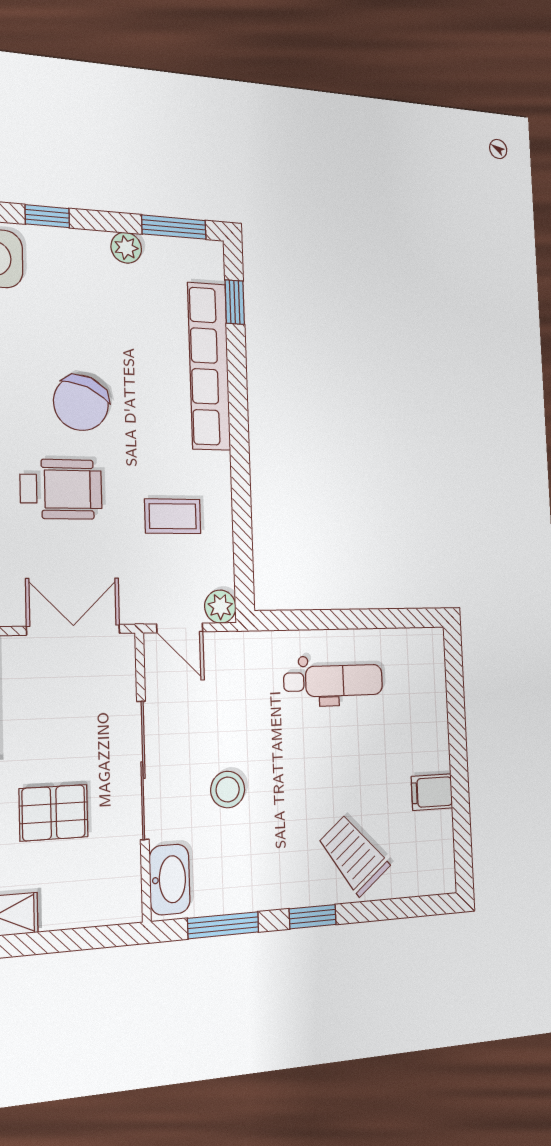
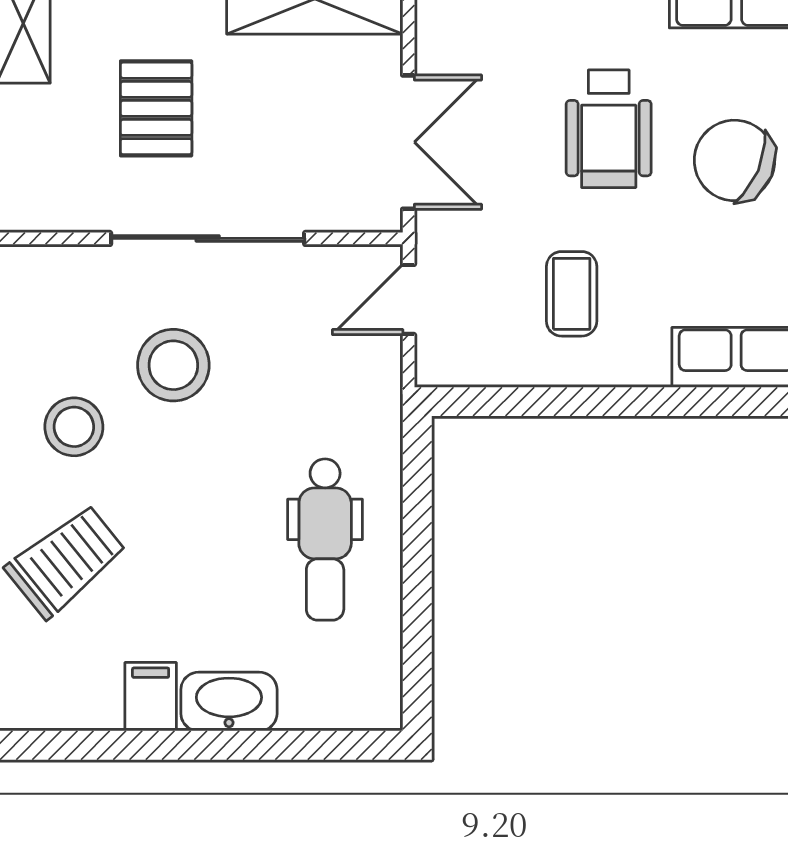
plant: (220, 607) -> (439, 363), removed
stool: (228, 790) -> (173, 365), width x1.38, depth x1.38
stool: (270, 856) -> (74, 427), added
washbasin: (170, 879) -> (229, 702), moved, turned 180

